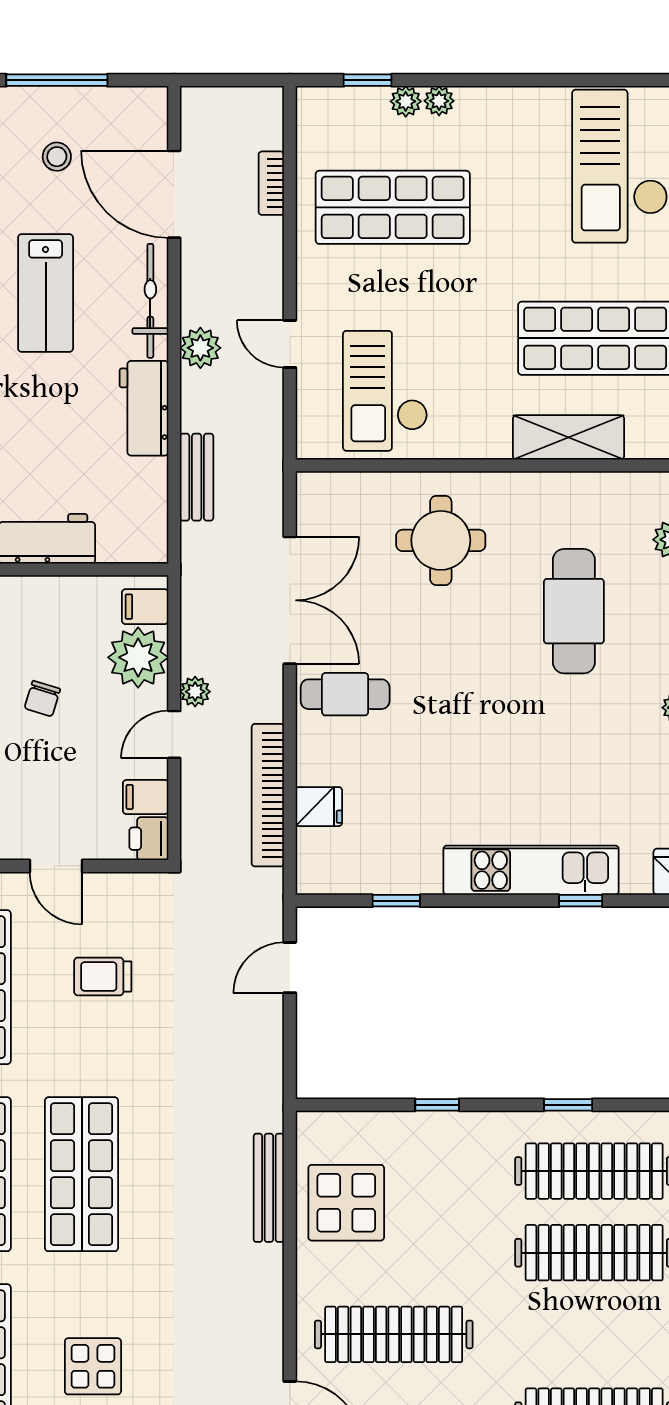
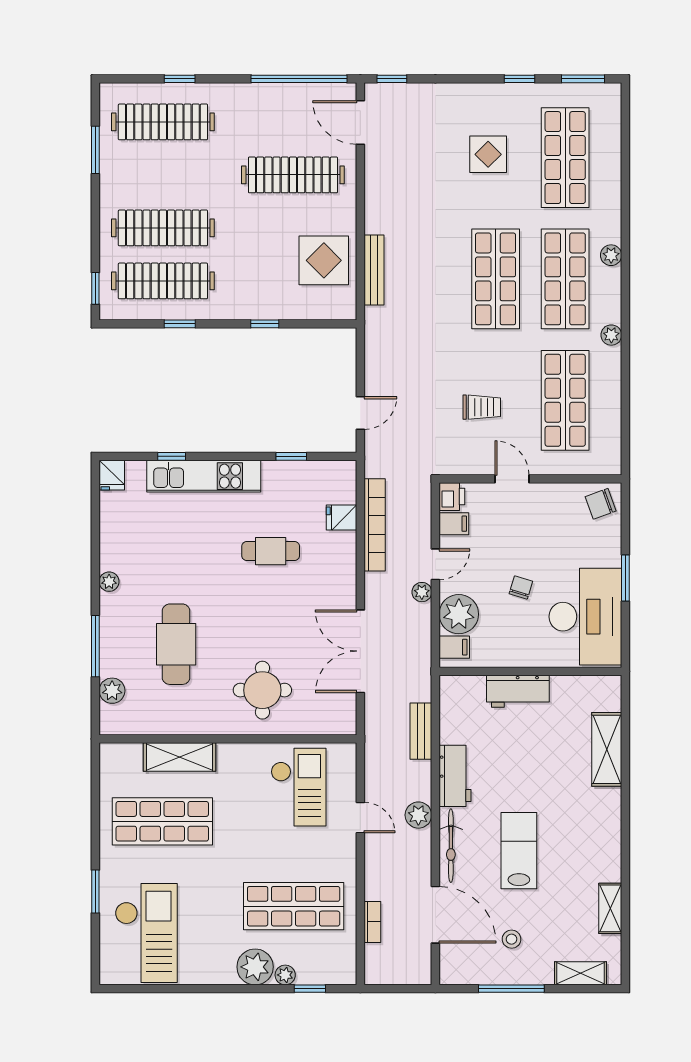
plant: (439, 101) -> (255, 967), width x1.87, depth x1.87
cafe table: (345, 694) -> (271, 551), moved

